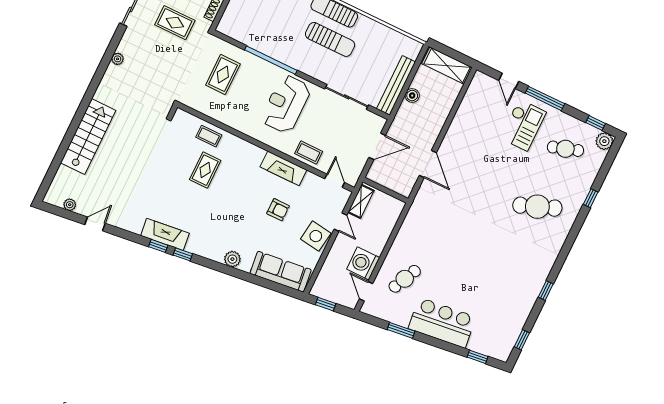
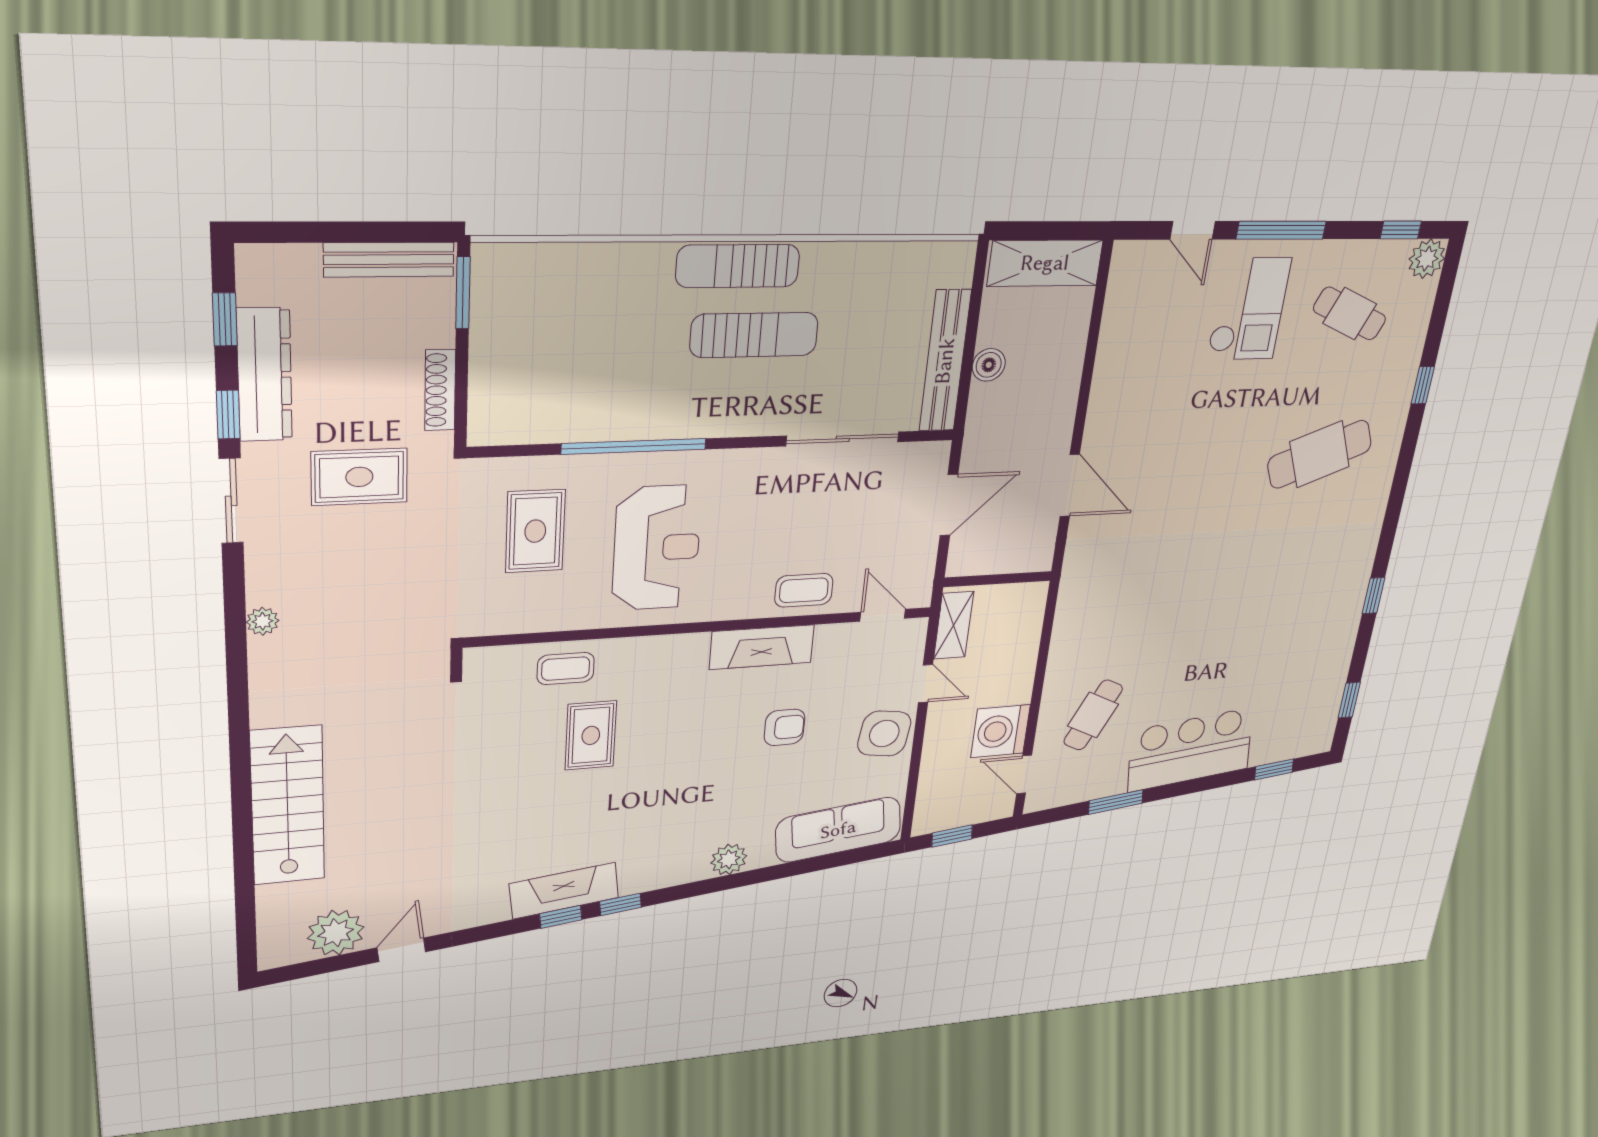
reception desk: (286, 104) -> (657, 548), moved, turned 180
cafe table: (565, 149) -> (1350, 314), turned 42
plant: (70, 205) -> (336, 933), width x1.88, depth x1.88

